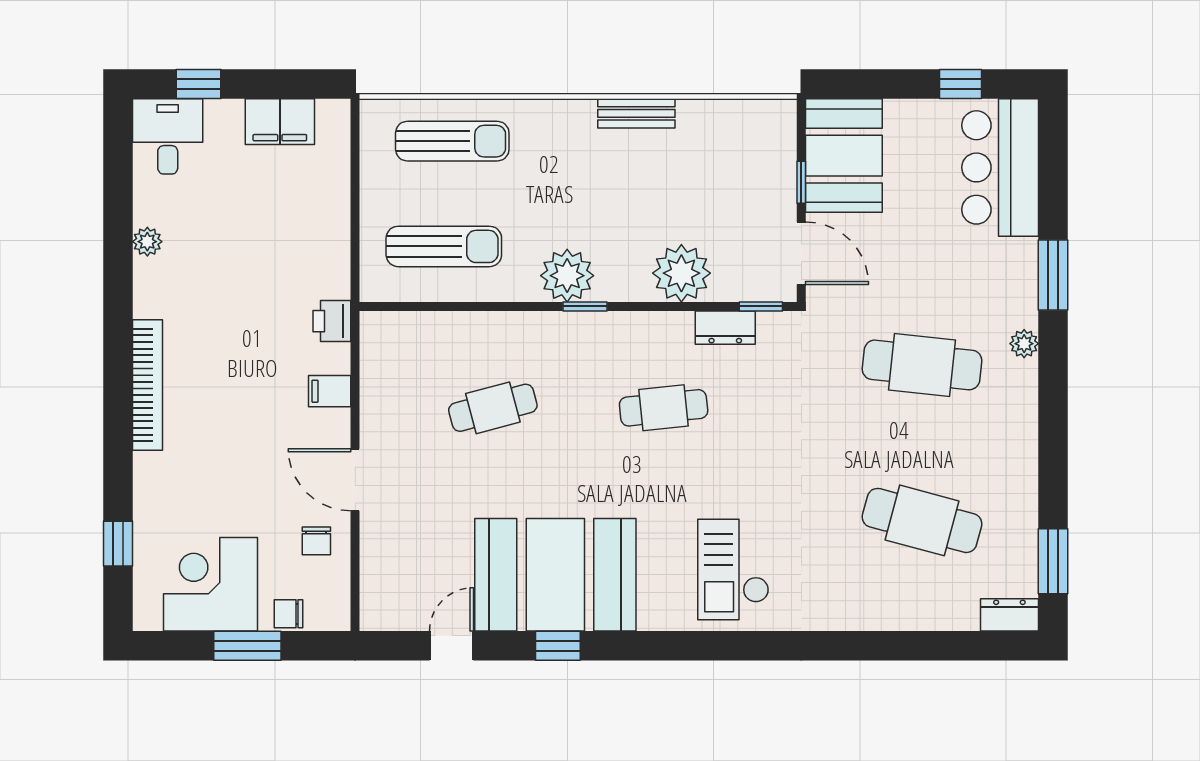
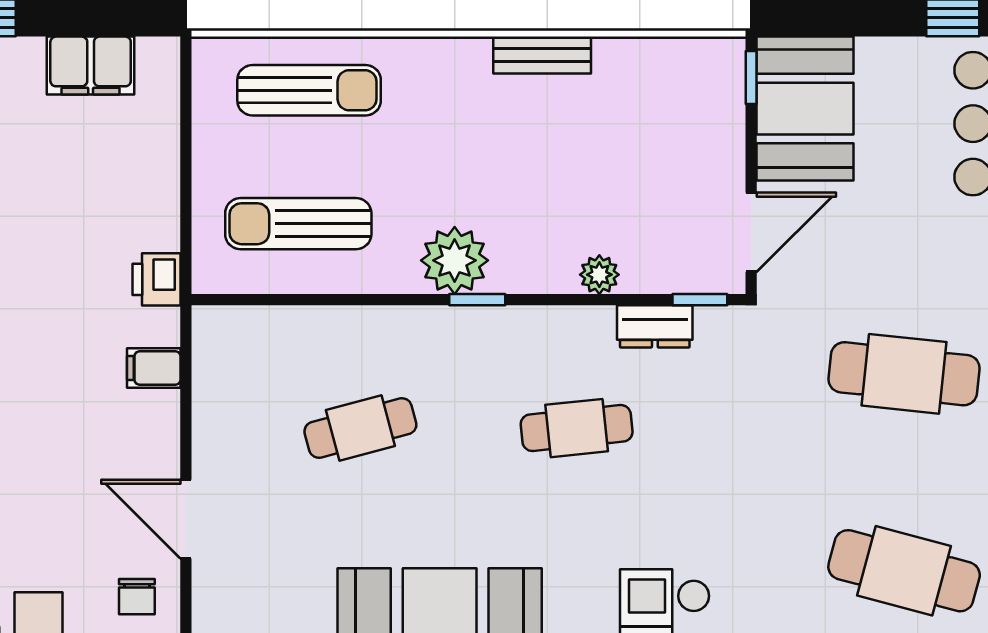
window: (801, 182) -> (751, 77), moved
sun lounger: (444, 246) -> (298, 224), turned 180
door: (801, 253) -> (751, 232), hinge flipped
plant: (681, 273) -> (599, 275), width x0.53, depth x0.53
printer: (332, 321) -> (157, 279), moved
filing cabinet: (330, 391) -> (154, 368), moved

